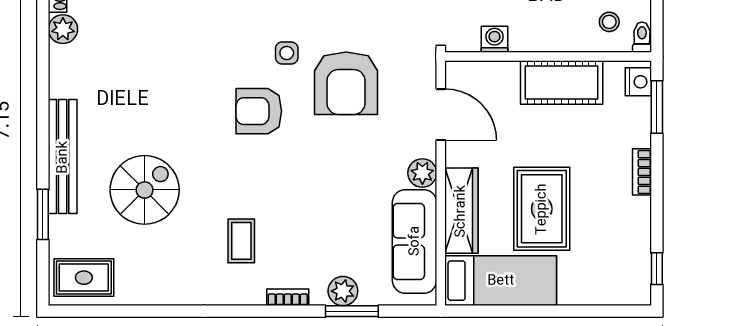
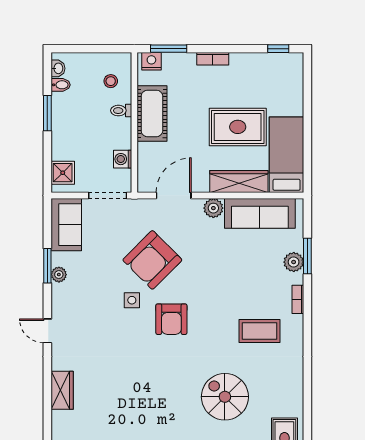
toilet: (642, 37) -> (121, 111), moved
armchair: (346, 83) -> (152, 260), turned 135
coffee table: (241, 241) -> (260, 331), width x1.36, depth x1.30

